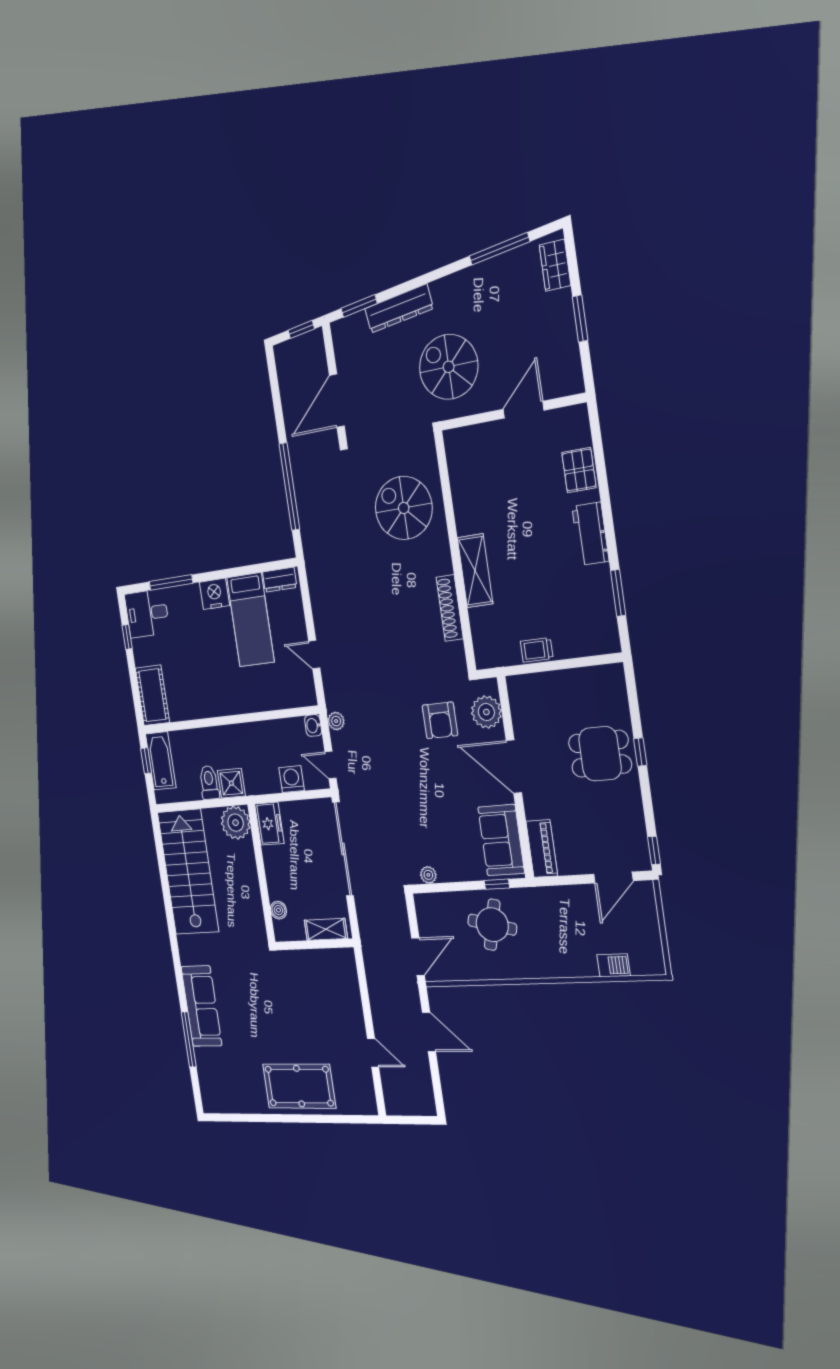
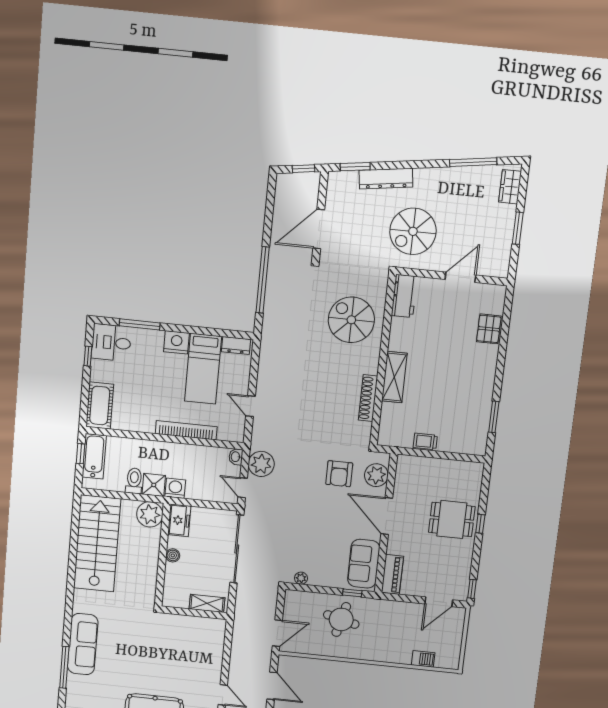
spiral stairs: (449, 367) -> (413, 231), turned -90
workbench: (590, 534) -> (404, 296), moved, turned 180
bookcase: (250, 704) -> (186, 430), added
plant: (336, 721) -> (261, 464), width x1.87, depth x1.87
washing machine: (292, 779) -> (175, 488), moved
boiler: (278, 910) -> (173, 555), moved

